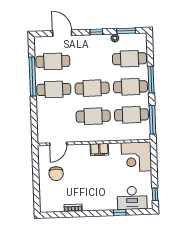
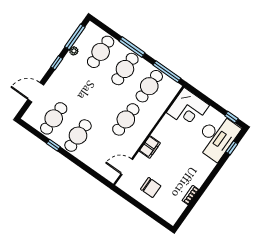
window: (126, 31) -> (75, 37), width x1.44
window: (32, 76) -> (53, 145), width x0.32
cafe table: (92, 88) -> (101, 102), removed
door: (58, 144) -> (127, 167), swing flipped
filing cabinet: (99, 149) -> (150, 147), moved
desk: (132, 198) -> (217, 137), width x1.36, depth x1.30
window: (120, 212) -> (232, 148), moved

